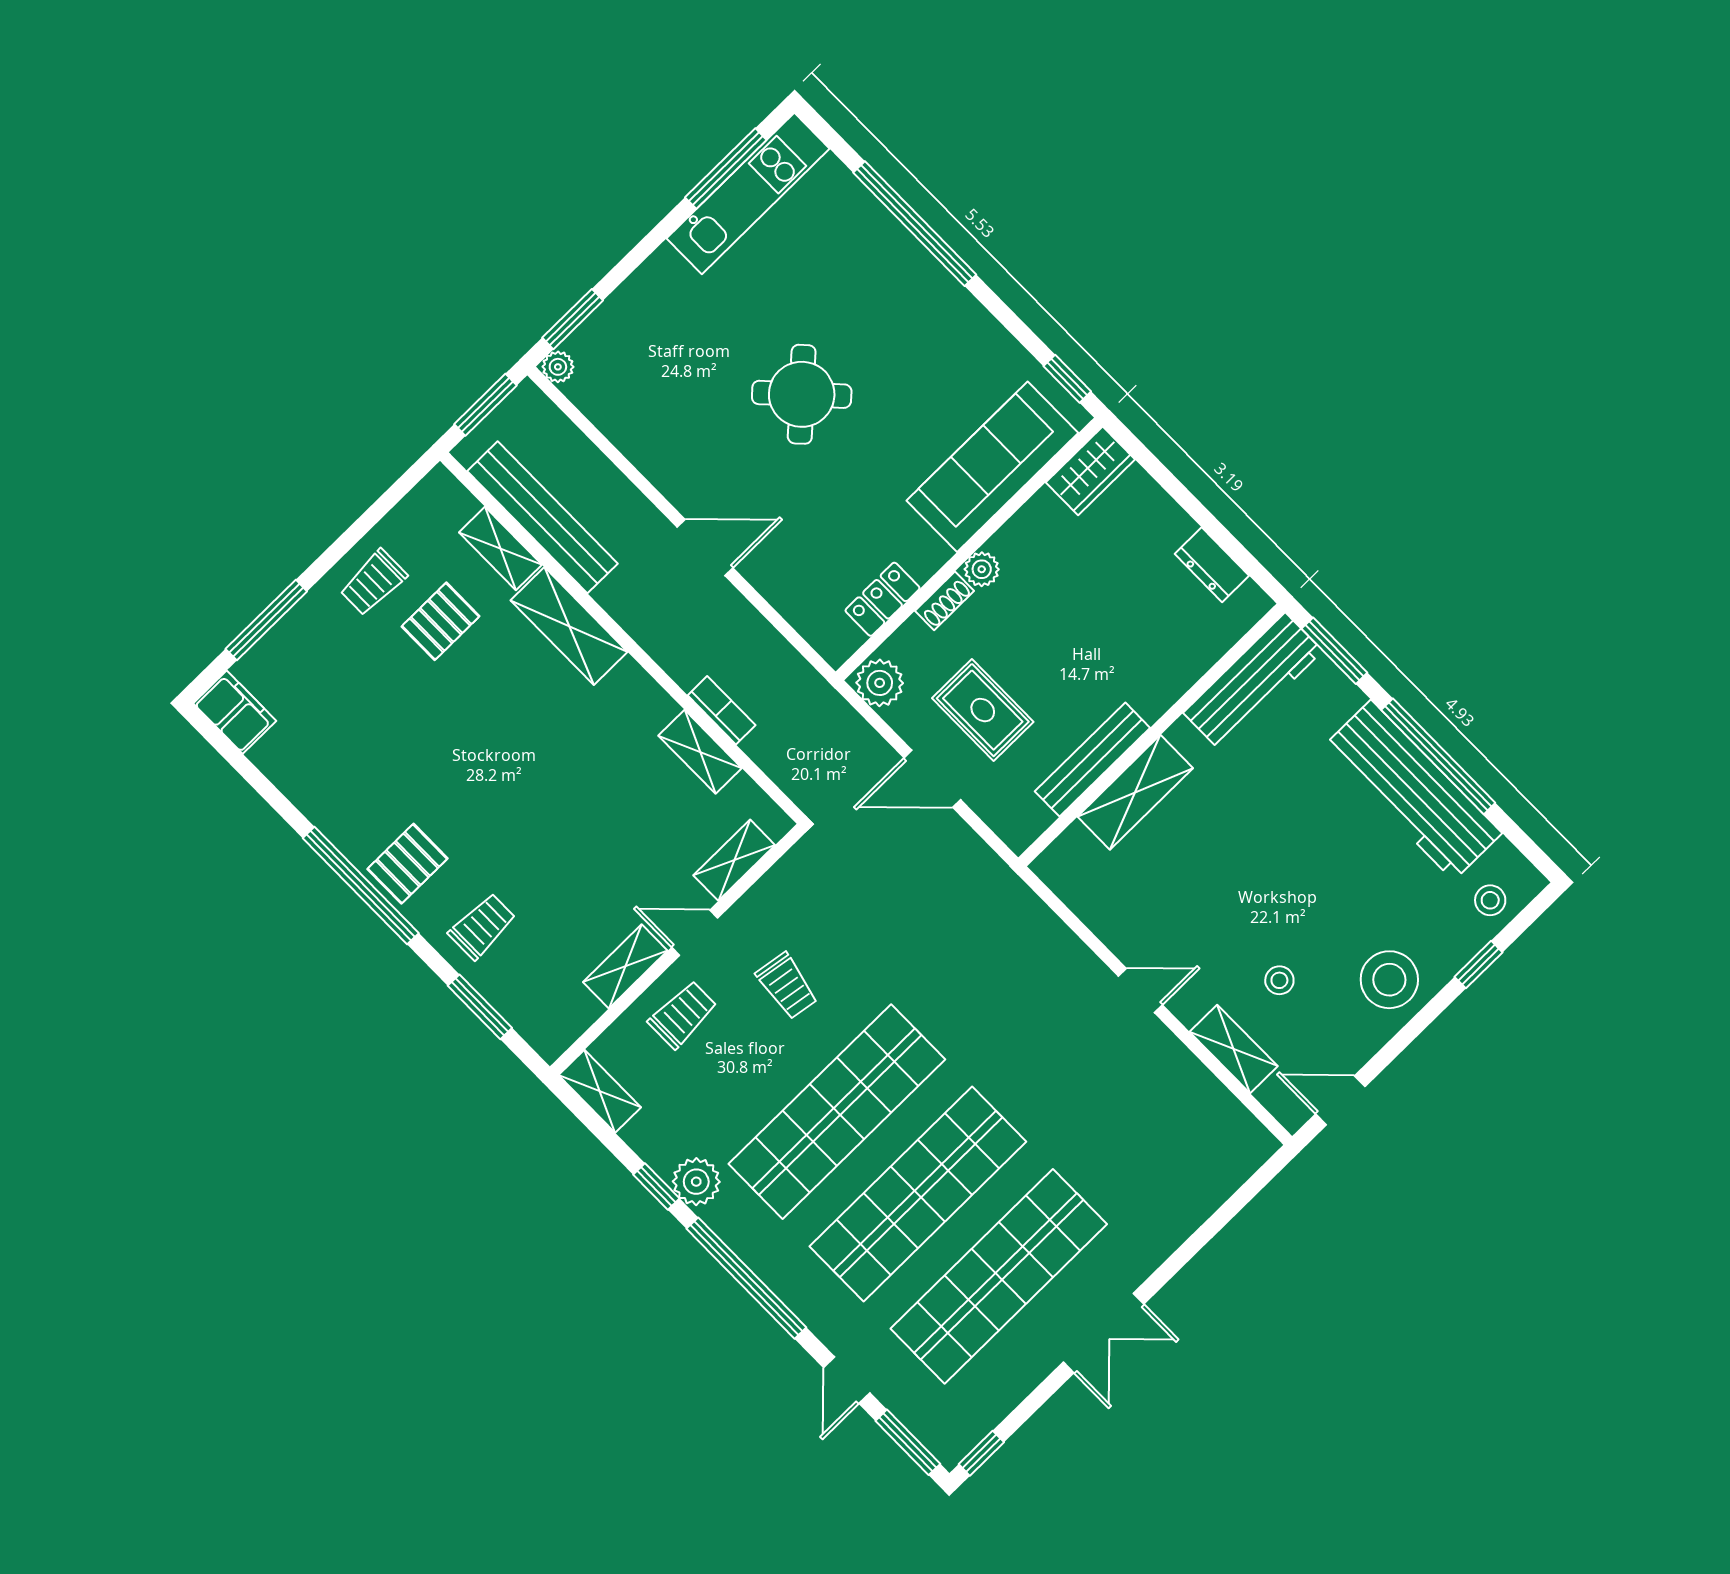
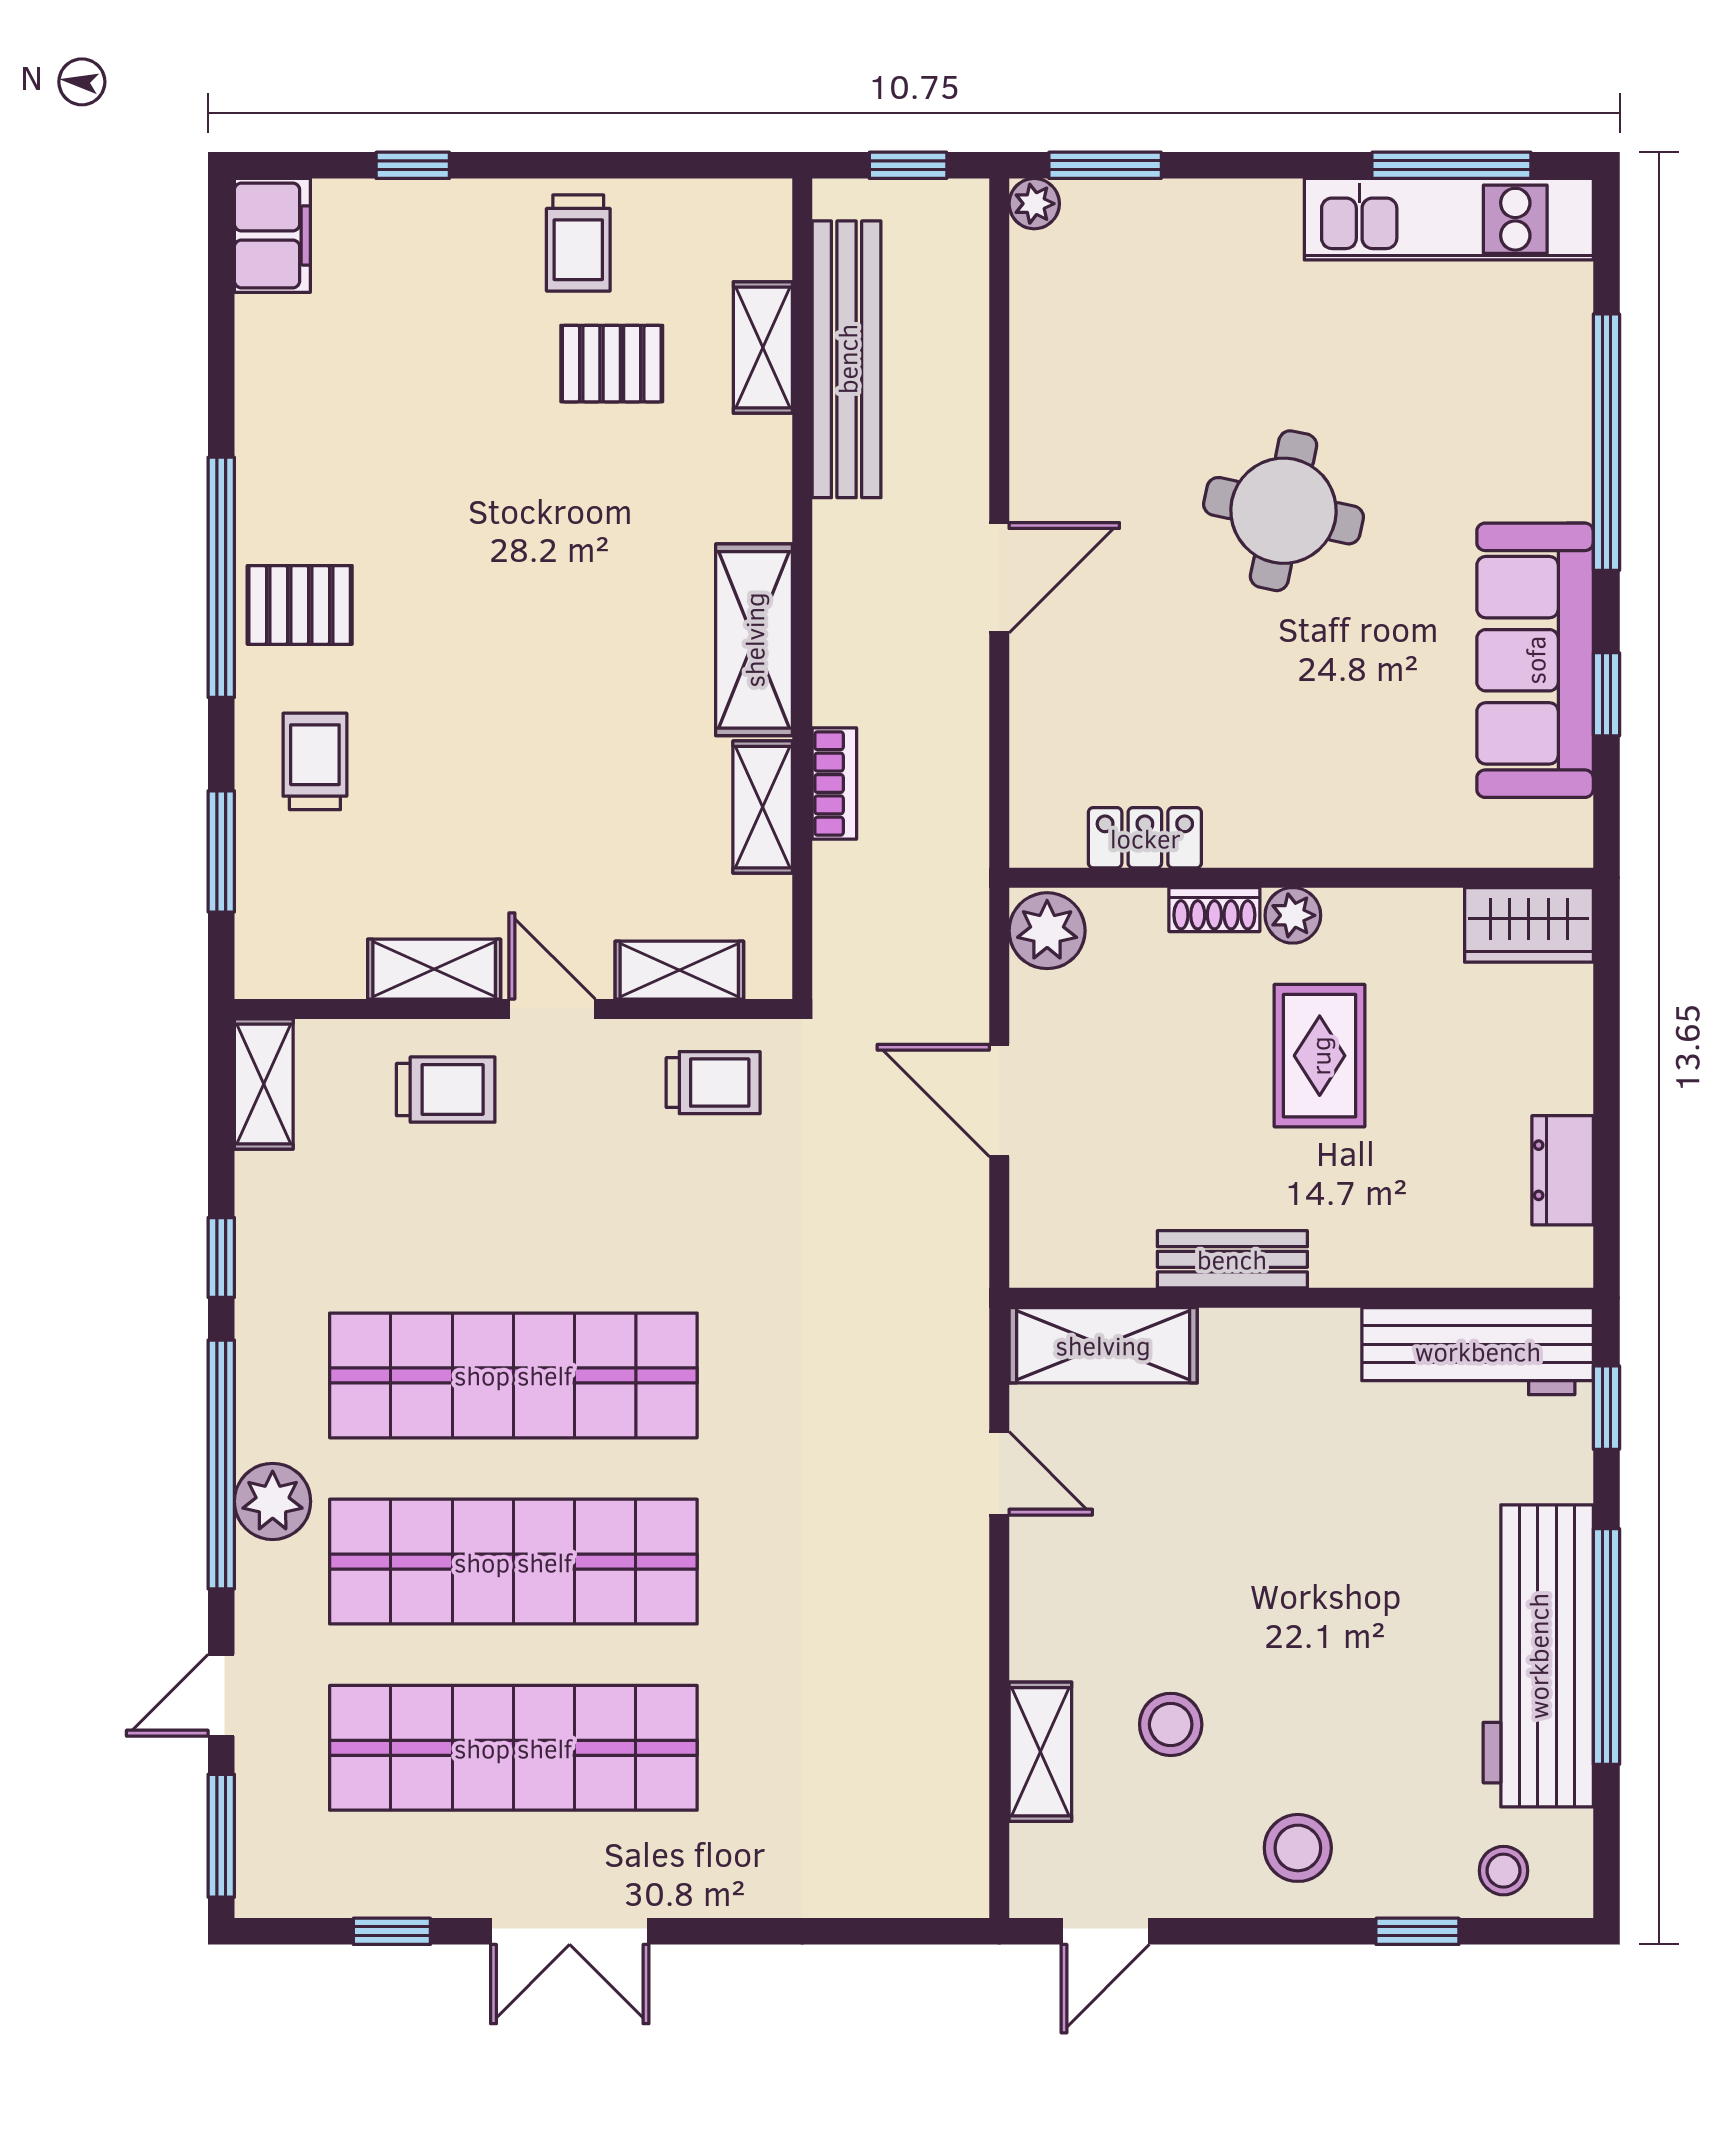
window: (1067, 379) -> (1606, 694), moved
round table: (802, 394) -> (1284, 511), turned -35
window: (485, 405) -> (908, 165), width x0.67
sofa: (992, 467) -> (1535, 660), moved, turned -90
door: (705, 548) -> (999, 578), hinge flipped
trolley: (373, 582) -> (578, 243), turned -90
window: (266, 620) -> (413, 165), width x0.46
shelving: (569, 626) -> (754, 640), moved
window: (1334, 651) -> (1606, 1408), width x0.67
rug: (983, 710) -> (1320, 1056), moved
bench: (1092, 760) -> (1232, 1259), width x0.73
shelving: (1135, 792) -> (1103, 1345), moved
trolley: (482, 926) -> (315, 761), turned -90
stool: (1279, 980) -> (1171, 1724), width x1.37, depth x1.37
stool: (1389, 980) -> (1298, 1848), width x0.73, depth x0.73
trolley: (787, 986) -> (713, 1083), moved, turned -99
door: (1140, 990) -> (999, 1473), moved
door: (1340, 1100) -> (1105, 1931), swing flipped
plant: (696, 1182) -> (273, 1501), moved
window: (981, 1453) -> (392, 1931), moved

